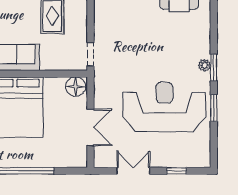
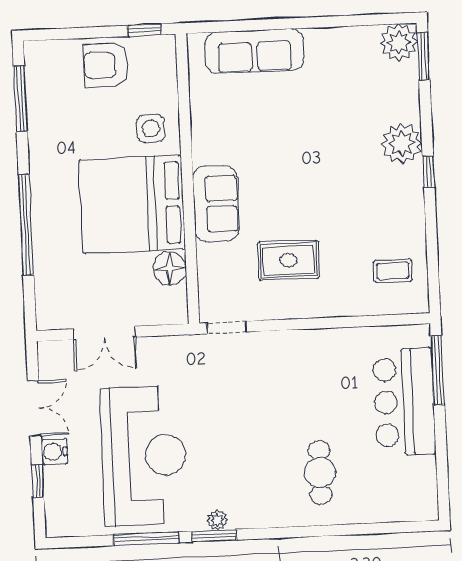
floor lamp: (76, 87) -> (170, 269), moved
window: (214, 108) -> (146, 539), width x1.44
water cooler: (160, 160) -> (54, 452), added

